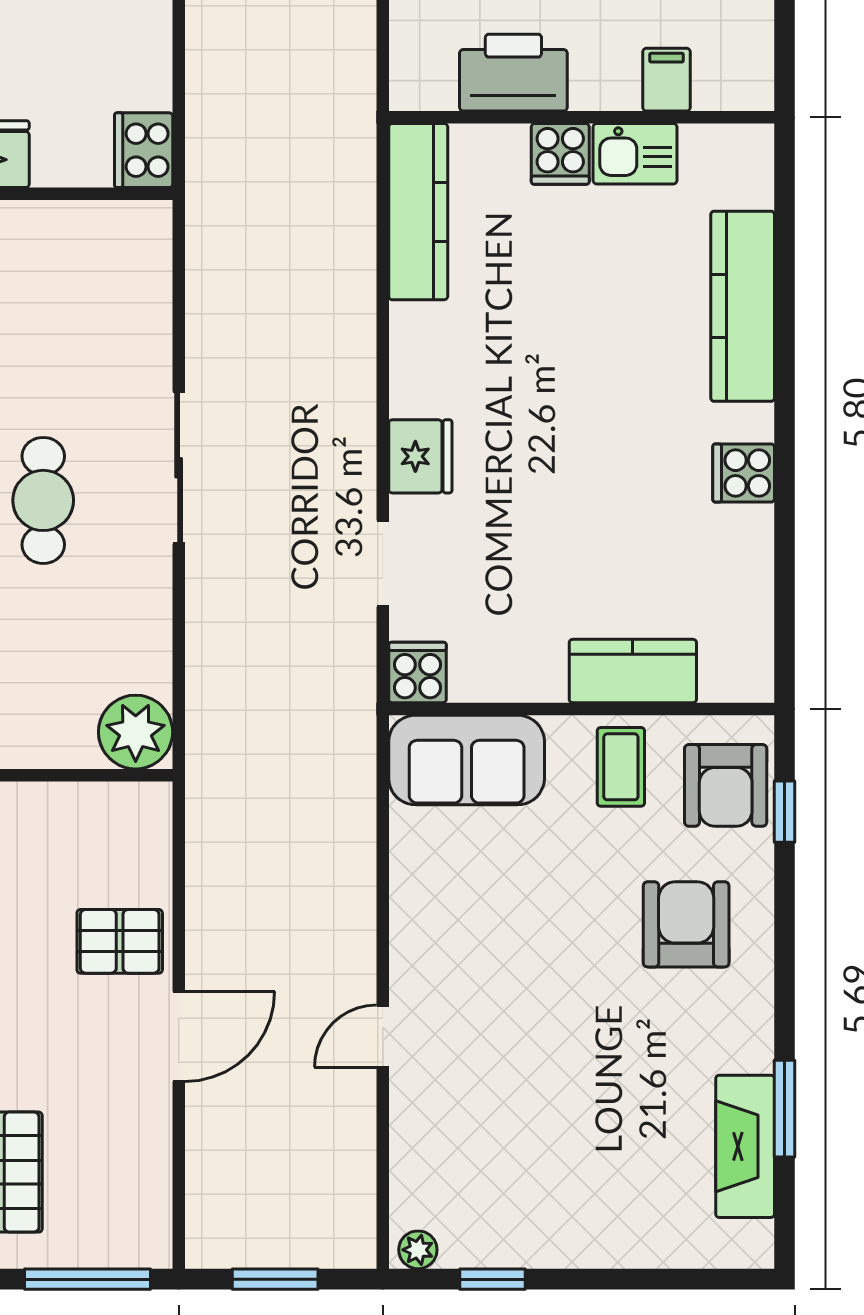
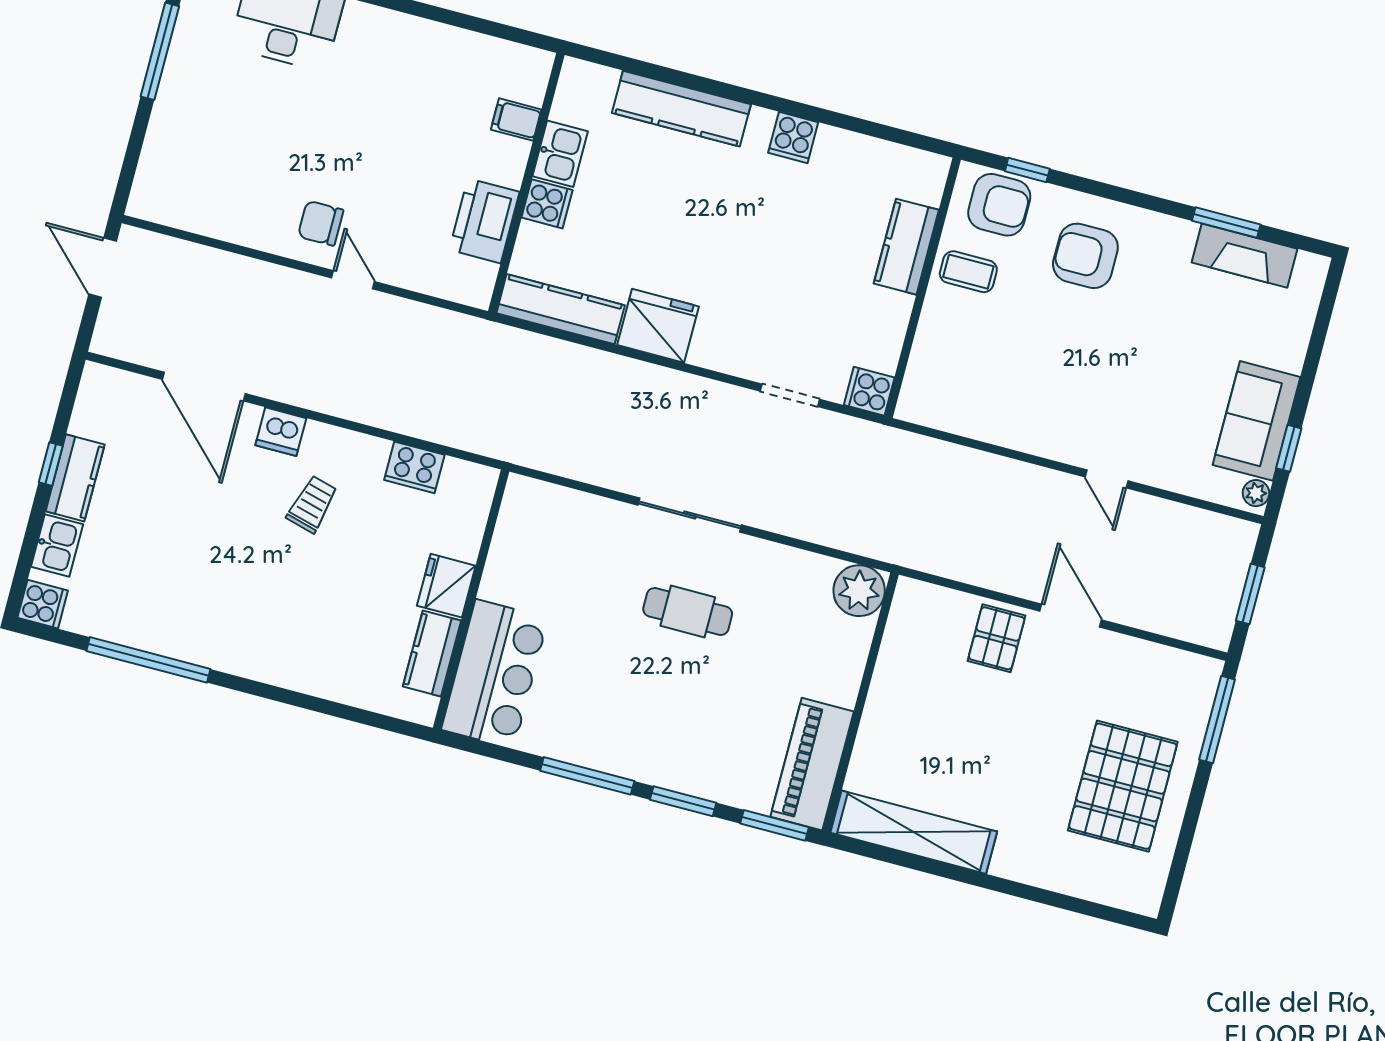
cooker: (144, 150) -> (414, 467), moved
fridge: (420, 456) -> (658, 326), moved, width x1.36, depth x1.34
sofa: (467, 760) -> (1256, 421), moved, turned 180

